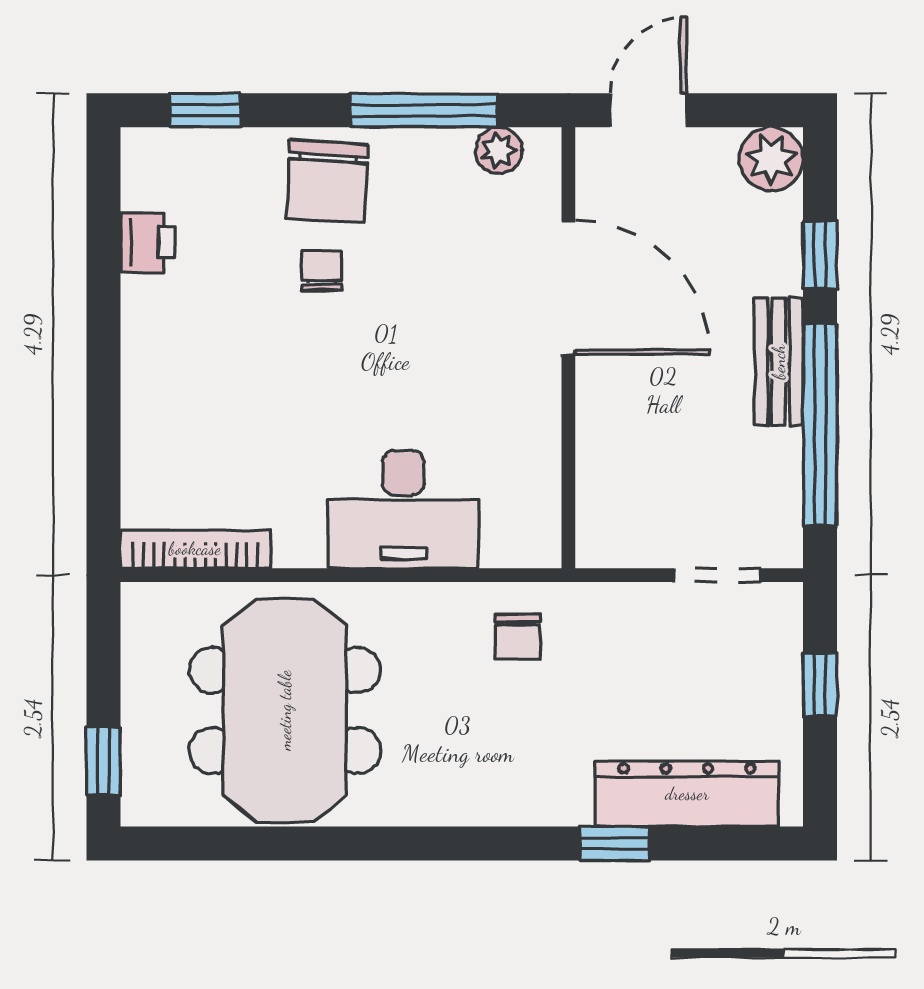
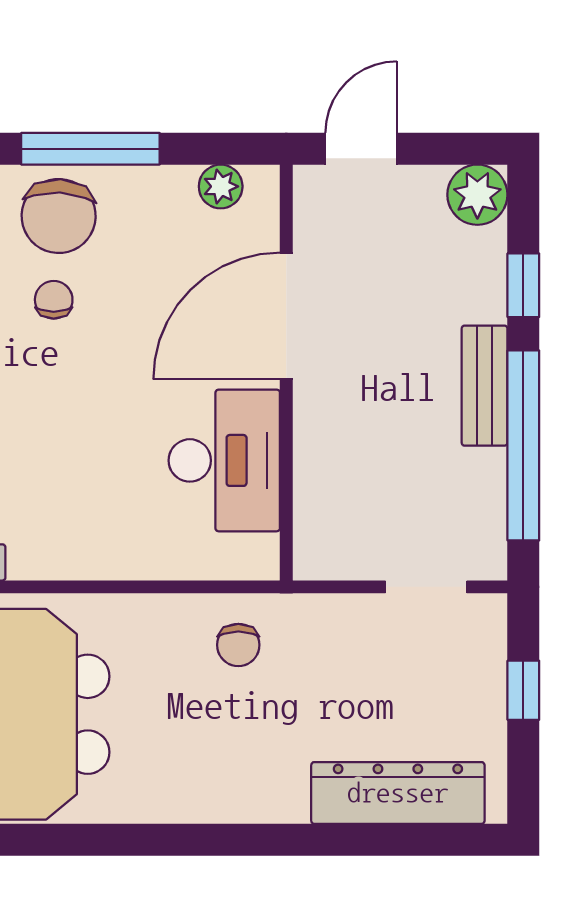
window: (424, 110) -> (90, 149), moved
door: (568, 288) -> (286, 316), swing flipped
desk: (403, 509) -> (224, 460), moved, turned -90
window: (615, 844) -> (330, 840), removed

